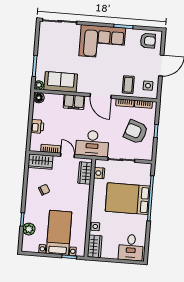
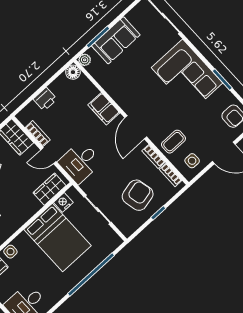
sofa: (61, 82) -> (116, 40), moved, turned 90
armchair: (136, 132) -> (138, 195), turned 58
desk: (92, 143) -> (80, 162), width x0.73
door: (67, 155) -> (48, 156), swing flipped
bed: (128, 199) -> (58, 238), moved, turned 180

